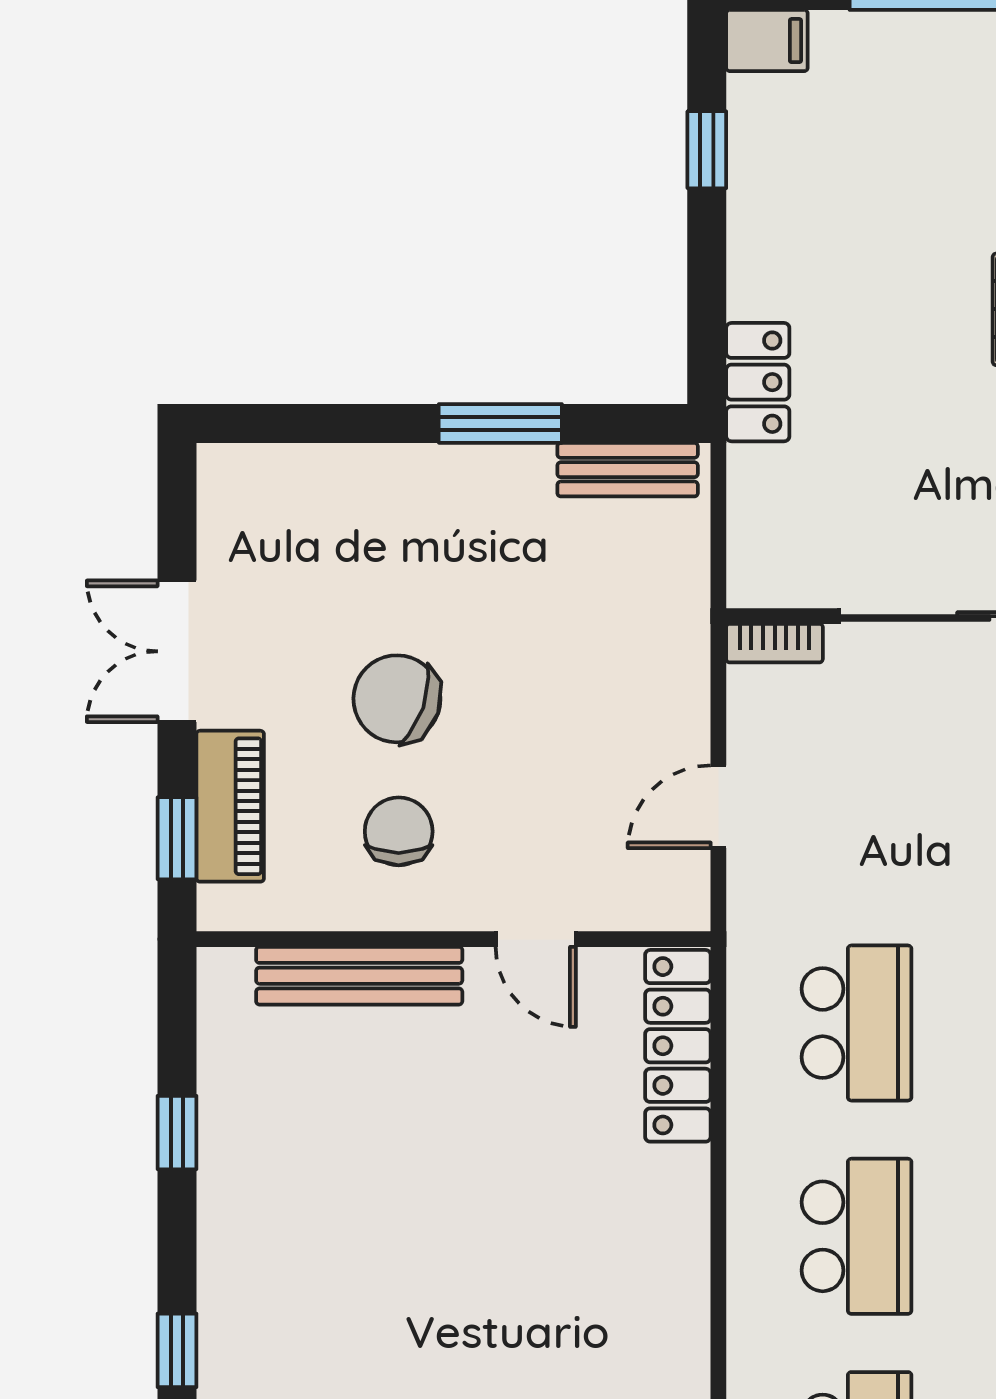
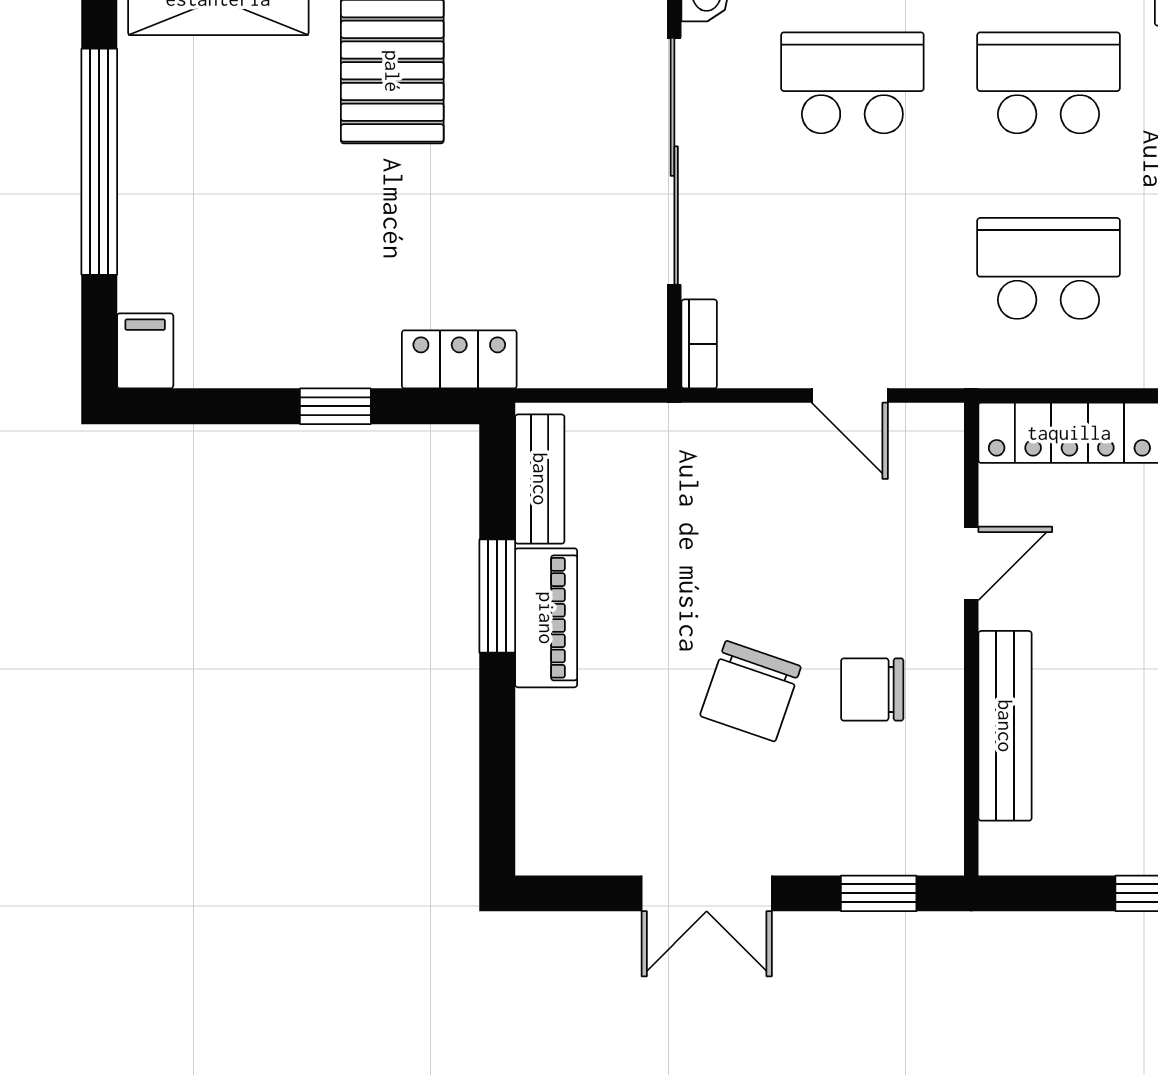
window: (707, 150) -> (335, 406), moved
piano: (230, 806) -> (546, 618), moved, turned 90

